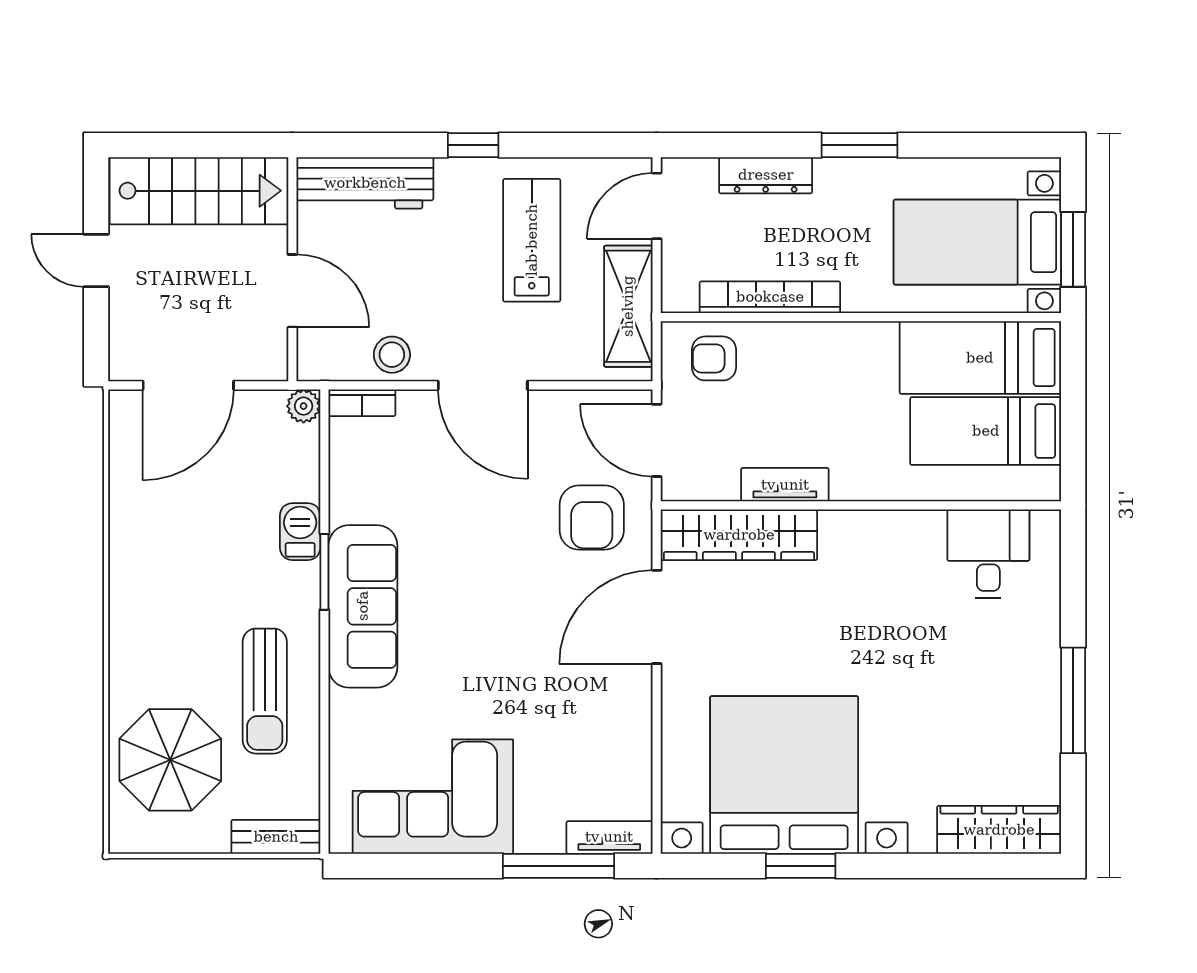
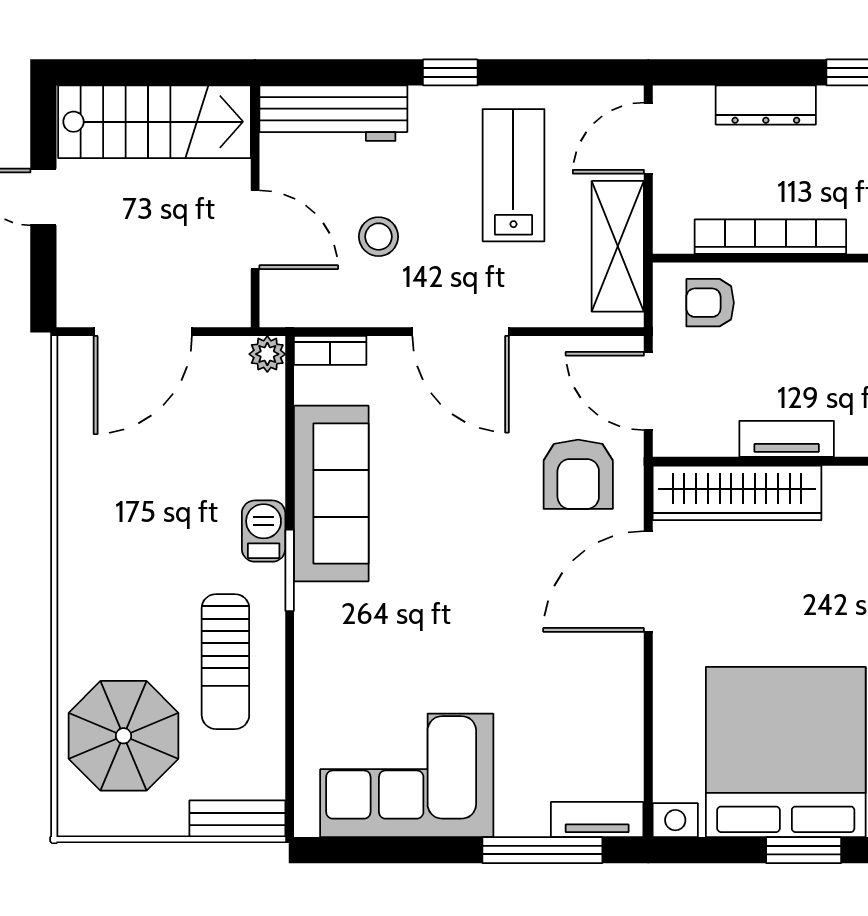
stool: (392, 355) -> (379, 237), moved
barbecue: (300, 532) -> (264, 531), moved
window: (324, 572) -> (290, 570), moved
sofa: (363, 606) -> (331, 494), moved

